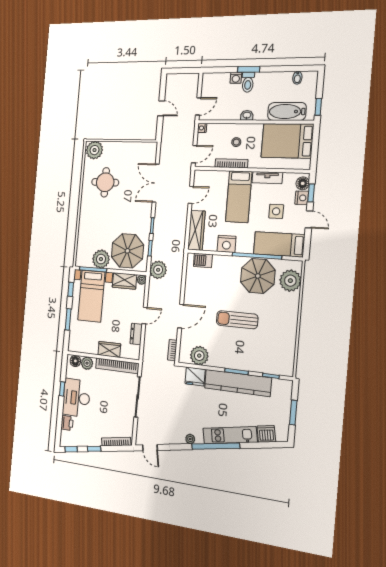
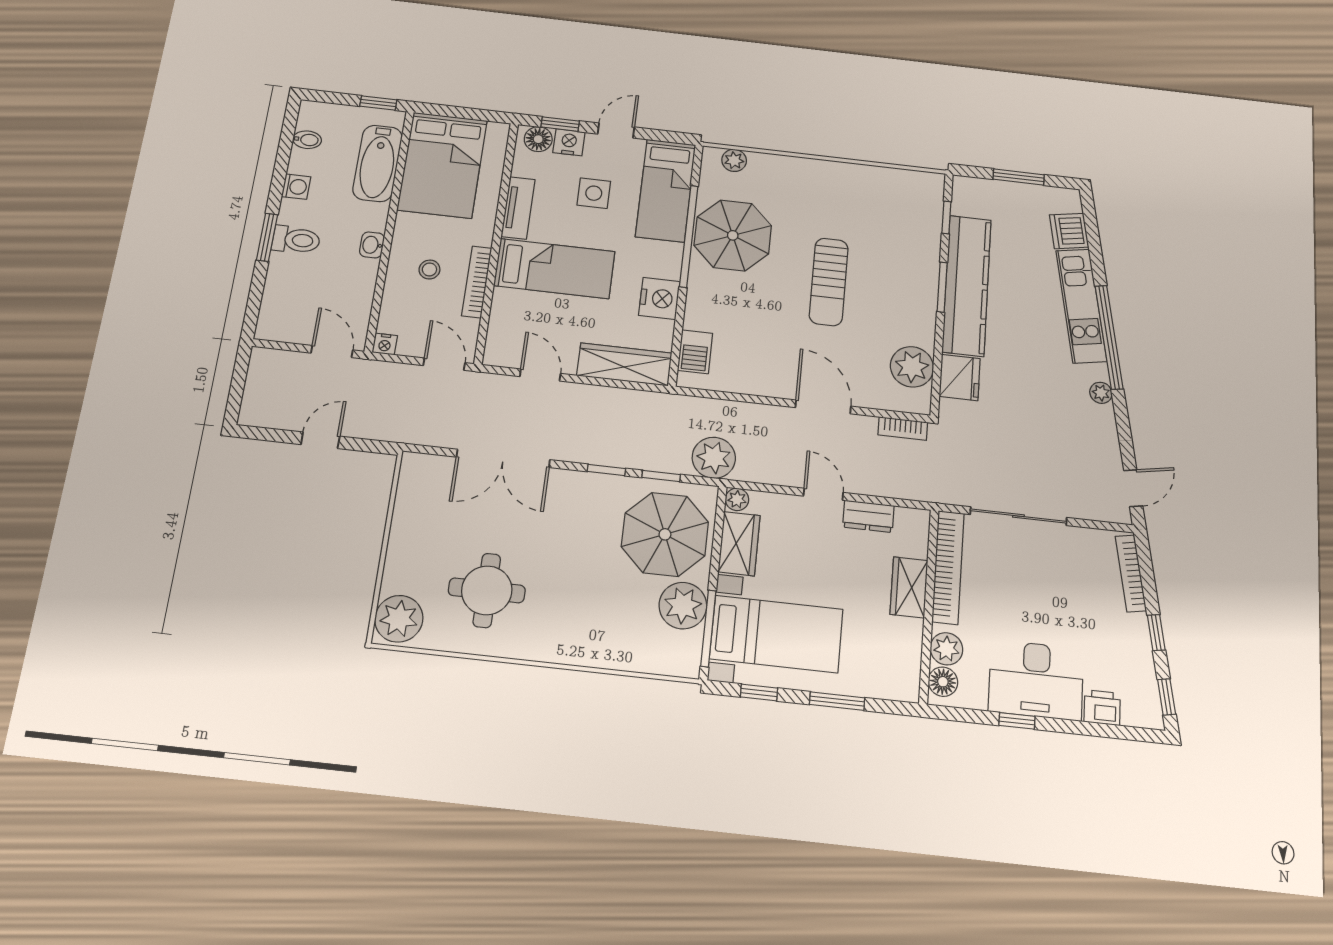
washing machine: (236, 78) -> (296, 187), moved
plant: (290, 281) -> (734, 160), width x0.53, depth x0.53

